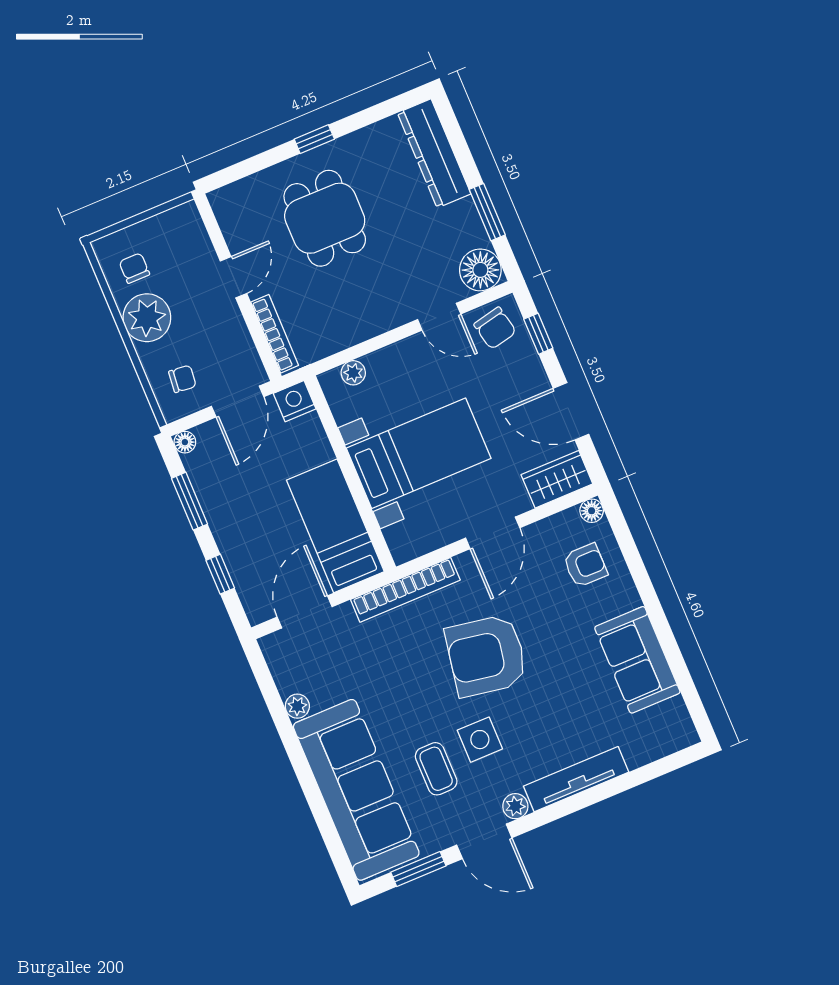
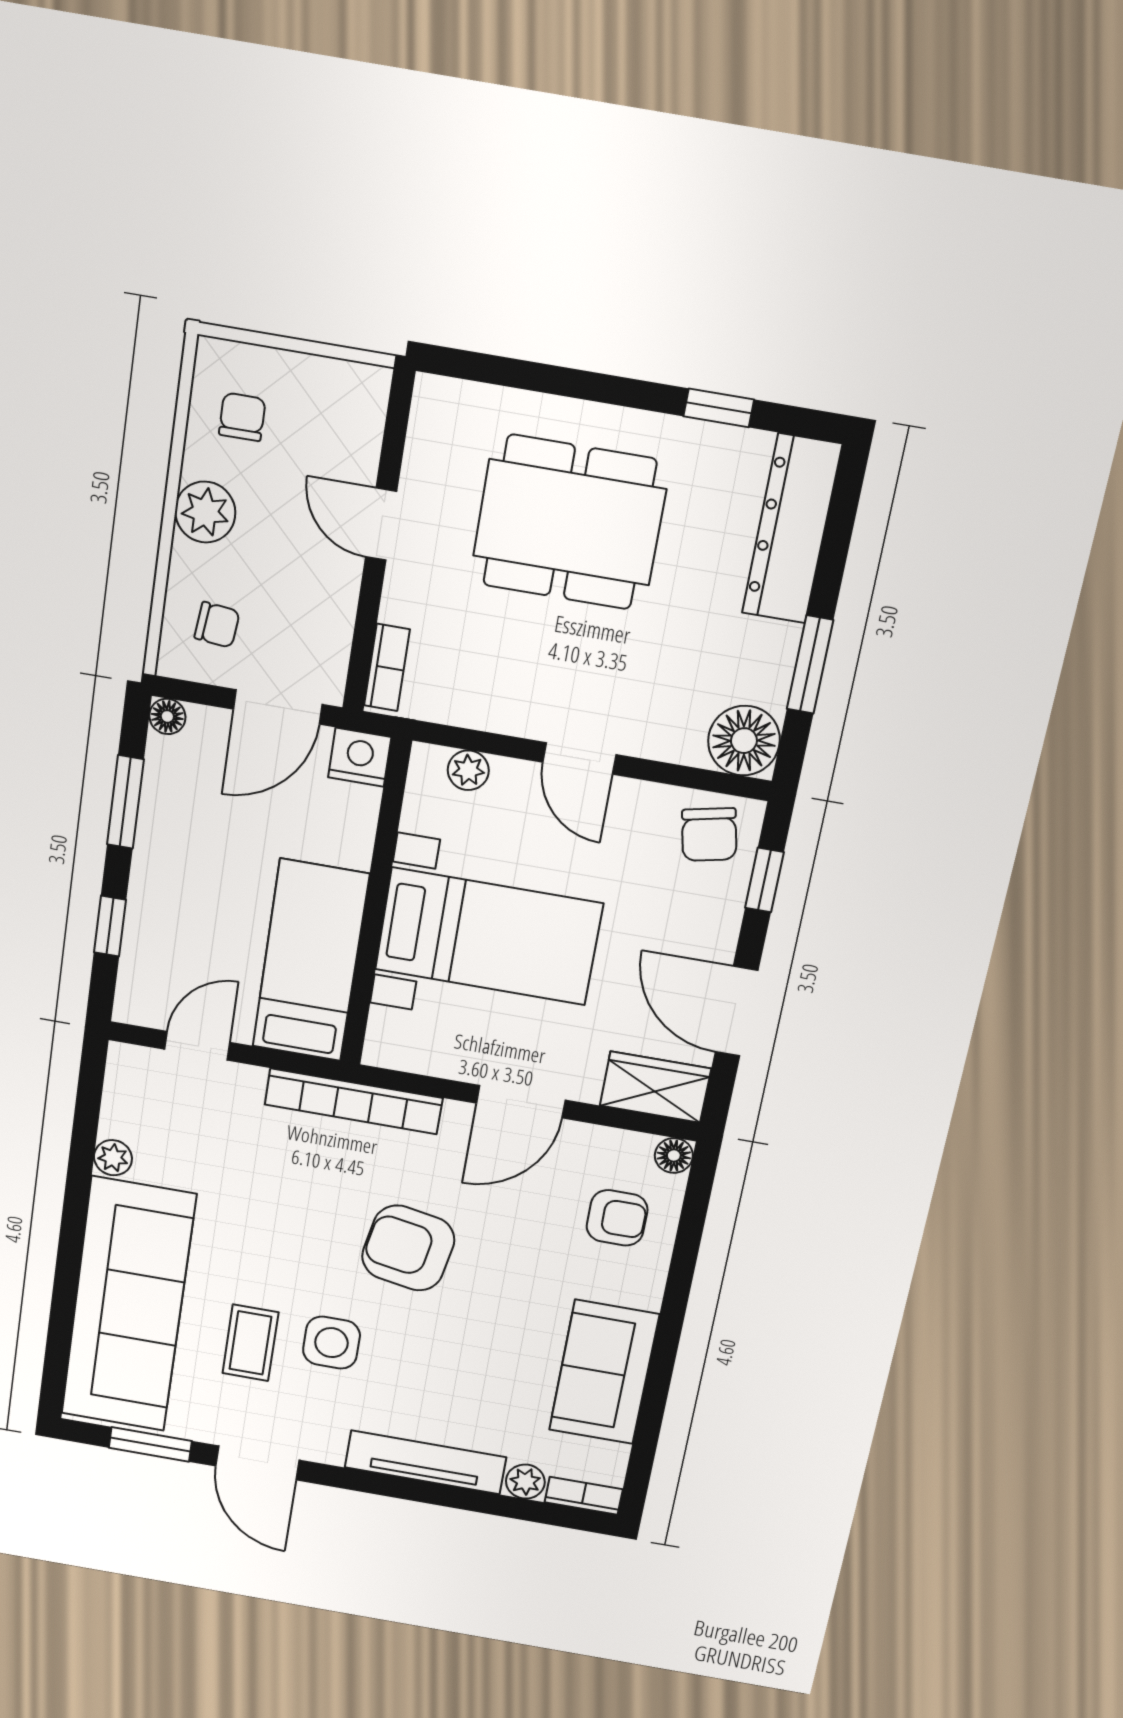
window: (314, 139) -> (719, 408), moved
dining table: (325, 218) -> (569, 522), width x1.38
door: (233, 277) -> (381, 524), swing flipped
door: (439, 317) -> (579, 758), moved
plant: (147, 318) -> (205, 512), width x0.73, depth x0.73
bookcase: (275, 334) -> (387, 668), width x0.64
door: (305, 612) -> (197, 1046), width x0.73
armchair: (486, 656) -> (408, 1248), width x0.73, depth x0.73
bookcase: (675, 742) -> (584, 1496), added
plant: (515, 806) -> (525, 1482), moved

